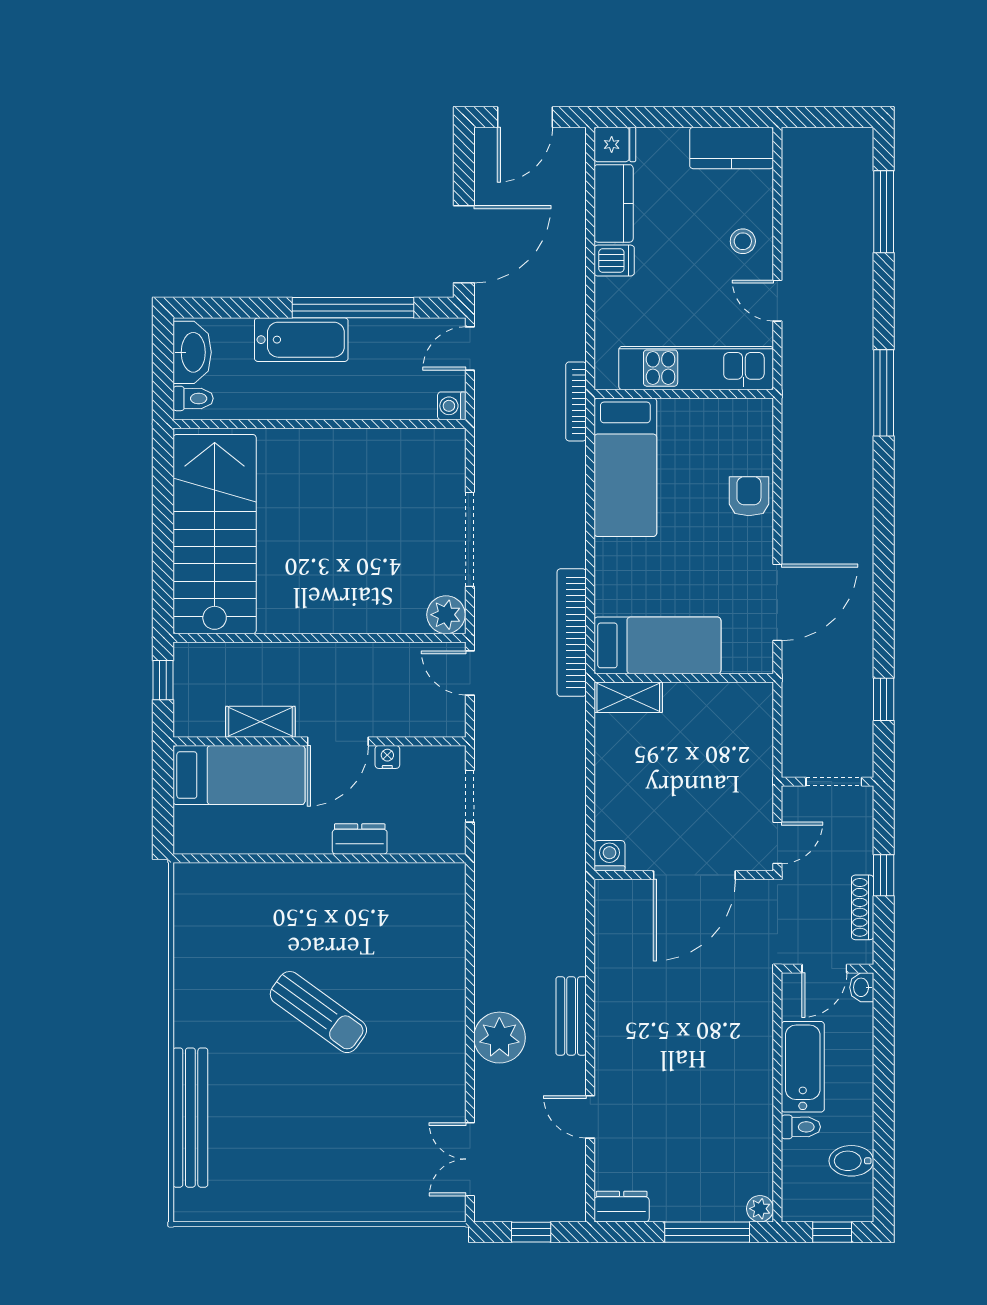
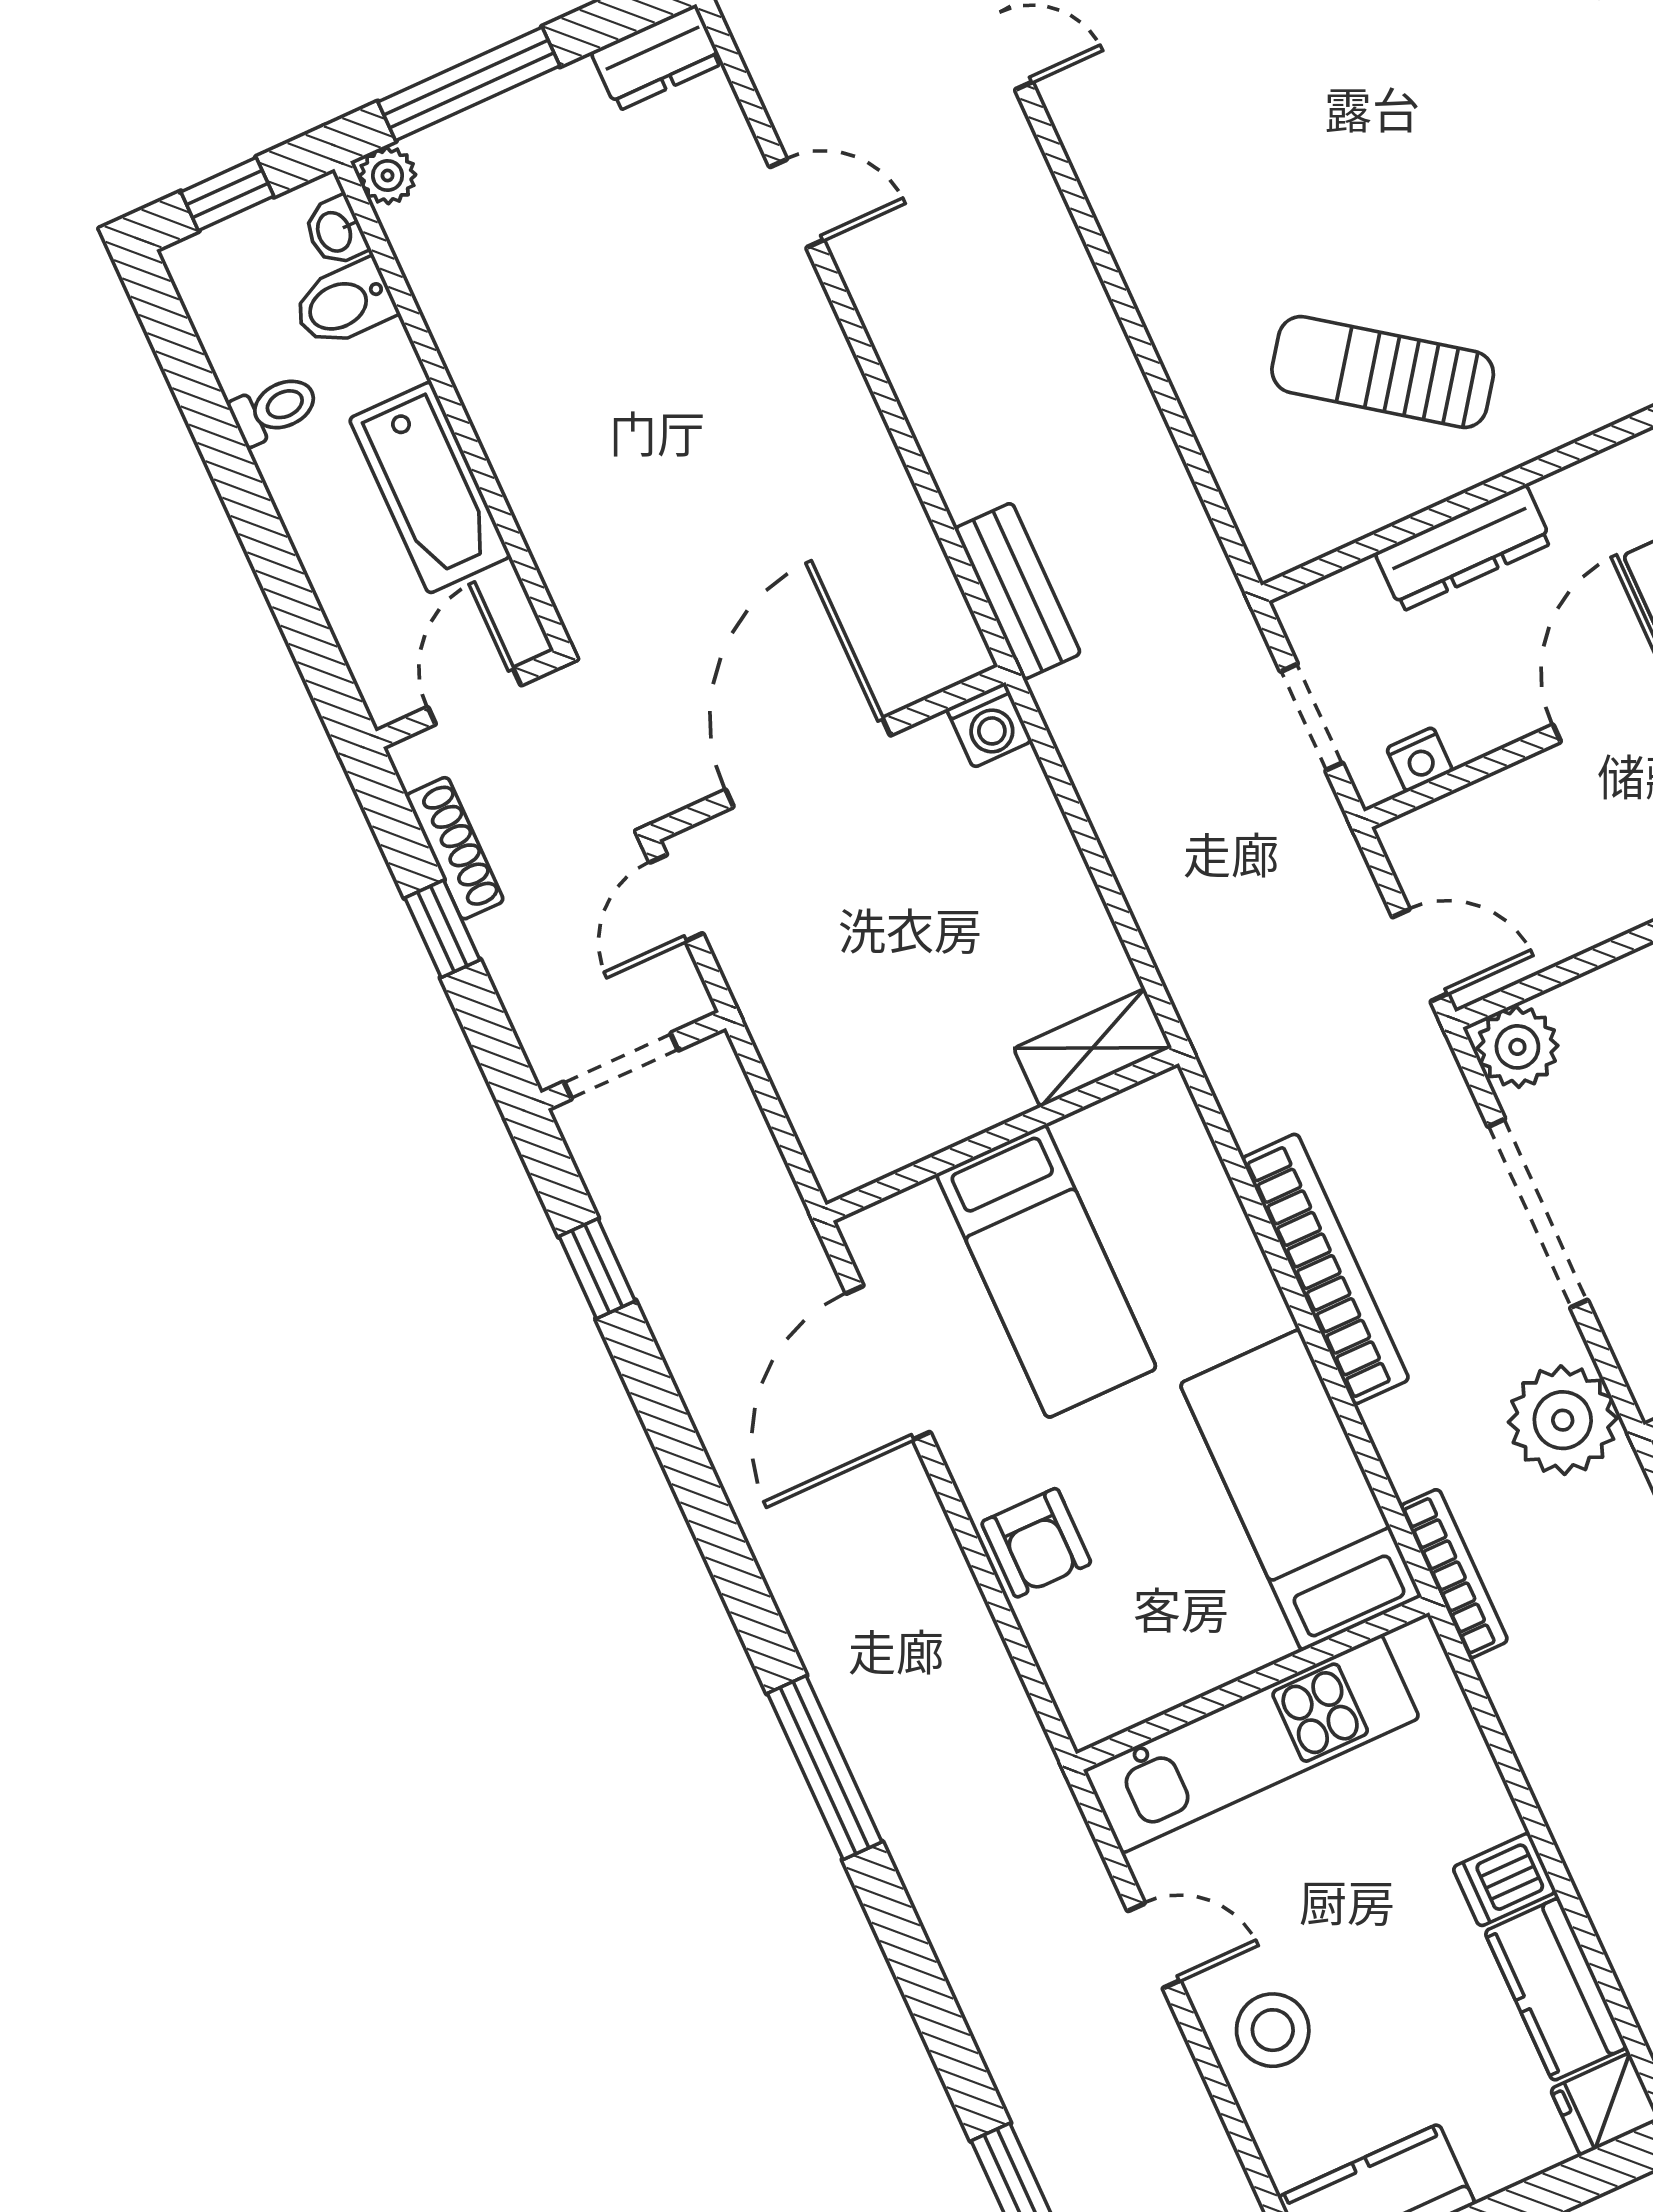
stool: (743, 241) -> (1273, 2030), width x1.37, depth x1.37
window: (884, 393) -> (825, 1768), moved
bookcase: (572, 633) -> (1325, 1269), moved
bed: (657, 645) -> (1046, 1271), moved, turned -90
nightstand: (387, 757) -> (1420, 760), moved
dresser: (360, 839) -> (1464, 548), width x1.44
washbasin: (862, 987) -> (335, 231), moved, turned 180
sun lounger: (318, 1012) -> (1383, 372), moved
bench: (571, 1016) -> (1018, 591), moved
plant: (499, 1038) -> (1563, 1420), moved
toilet: (801, 1127) -> (274, 409), moved, turned 180
bidet: (851, 1161) -> (344, 304), moved, turned 180

